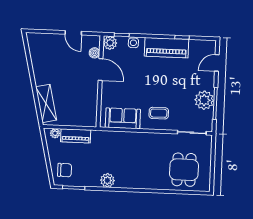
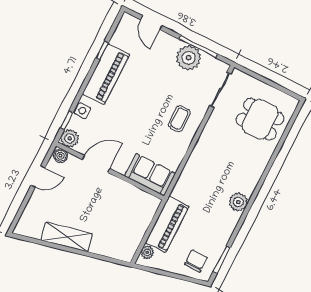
boiler: (94, 53) -> (60, 156), moved
shelving: (46, 103) -> (67, 237), moved
sofa: (123, 118) -> (150, 175), moved, turned 90
piano: (76, 136) -> (167, 224), width x1.37, depth x1.33
plant: (107, 180) -> (238, 202), moved

